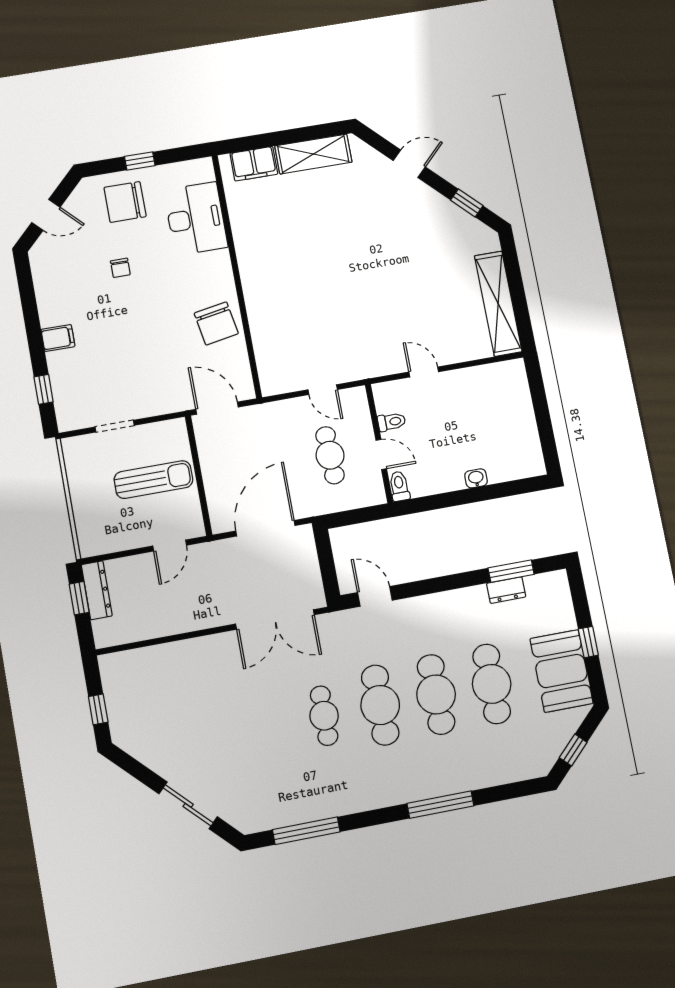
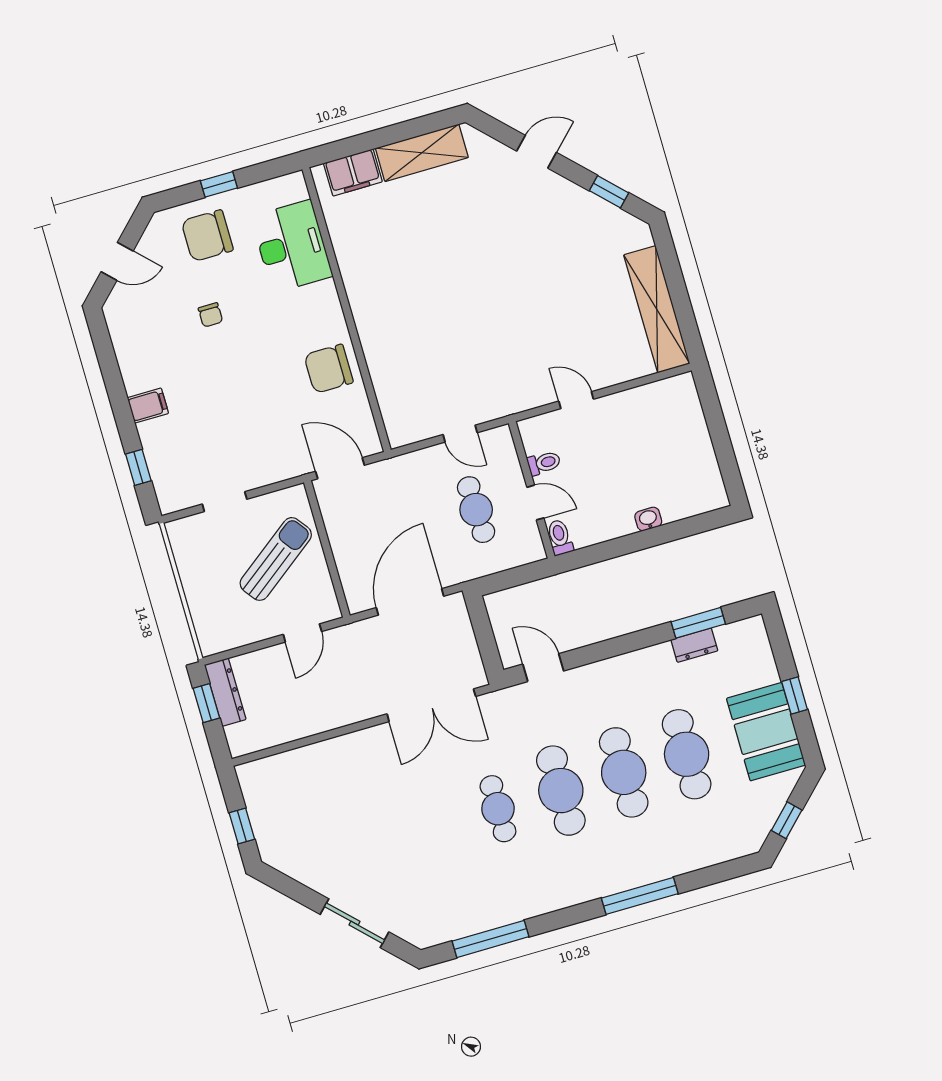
chair: (216, 323) -> (329, 369), turned 100
sun lounger: (153, 480) -> (276, 559), turned -37

